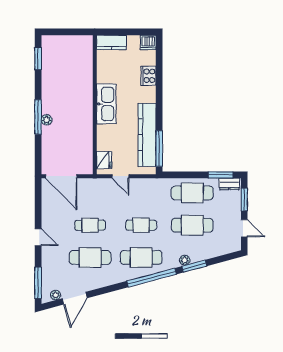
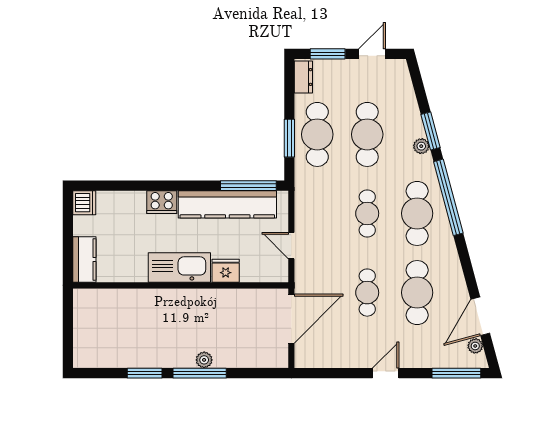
window: (38, 59) -> (145, 373), moved
cooker: (149, 76) -> (162, 202), moved
fridge: (104, 160) -> (226, 271), moved
window: (221, 175) -> (289, 138), moved
door: (61, 176) -> (291, 319), moved
door: (120, 176) -> (291, 246), swing flipped
door: (75, 298) -> (480, 316), swing flipped

